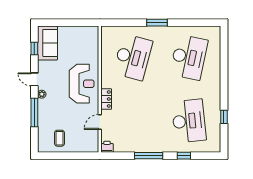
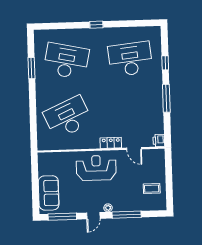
window: (157, 23) -> (31, 68), moved
sofa: (48, 43) -> (49, 193), moved, turned 90
window: (34, 49) -> (62, 217), width x2.17
desk: (133, 57) -> (68, 117), turned -39
window: (224, 117) -> (96, 25), moved

